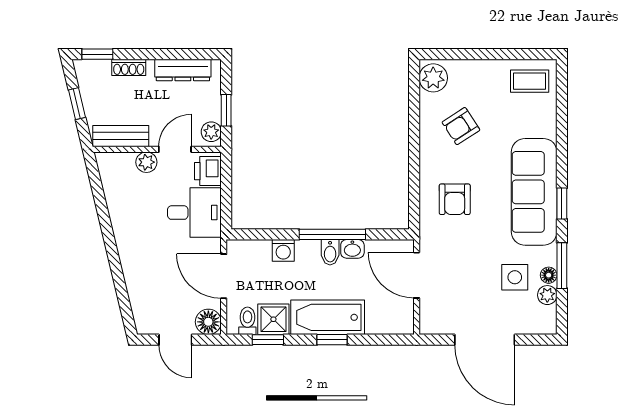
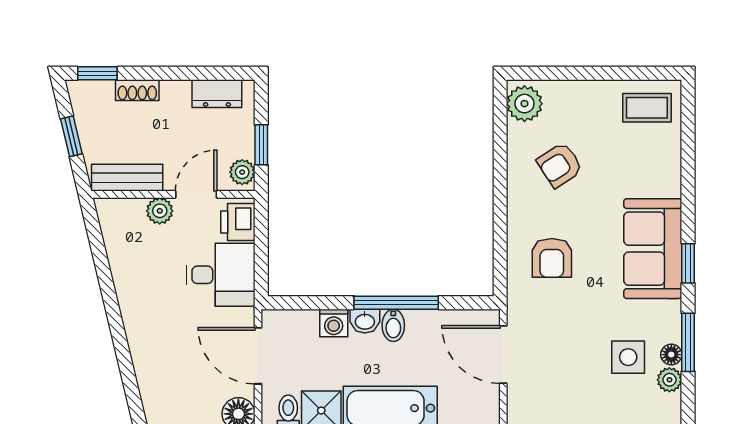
dresser: (183, 70) -> (217, 94), width x0.70
sofa: (534, 192) -> (653, 249), width x0.73
washbasin: (352, 249) -> (365, 321), moved

